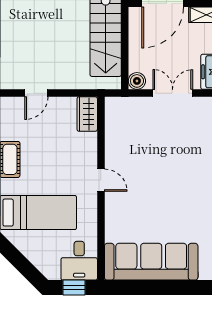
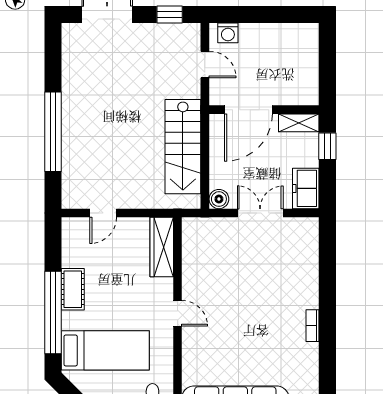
wardrobe: (87, 114) -> (162, 247), width x1.50

